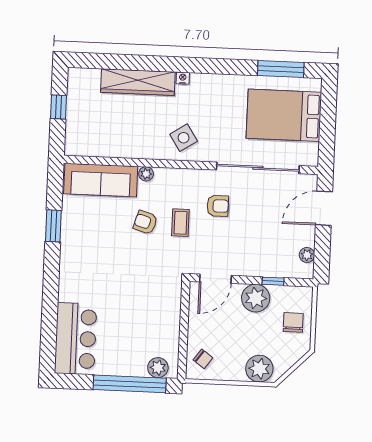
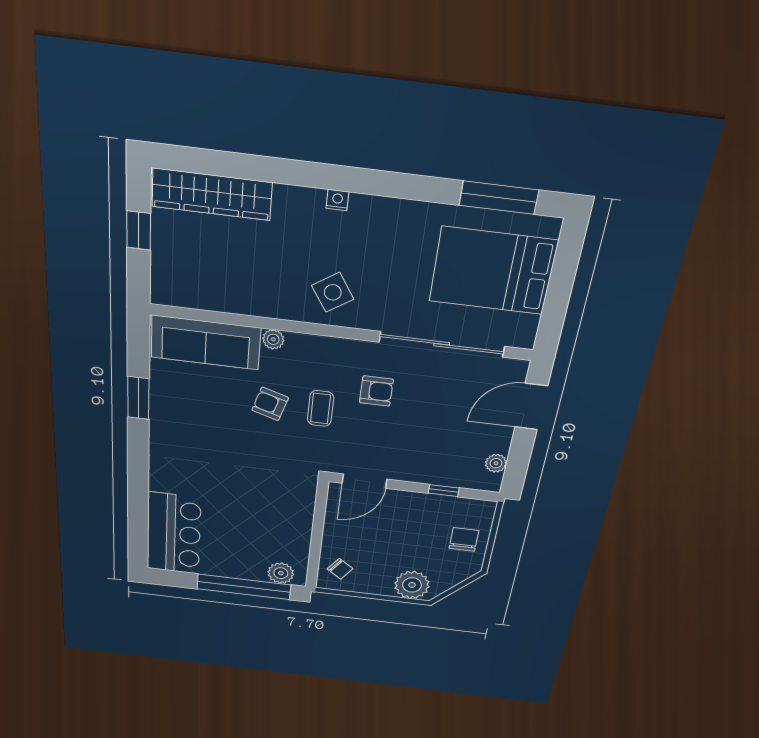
wardrobe: (138, 82) -> (212, 194), moved
plant: (256, 298) -> (417, 508), removed

